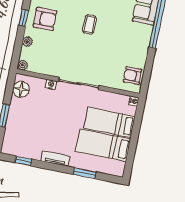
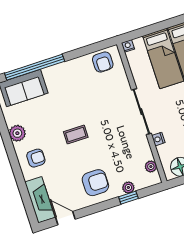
window: (24, 18) -> (128, 198), moved
armchair: (45, 19) -> (95, 183), turned 90
plant: (23, 65) -> (151, 167), moved

